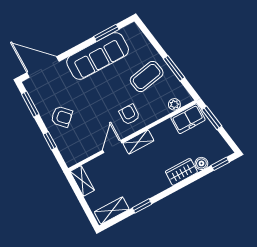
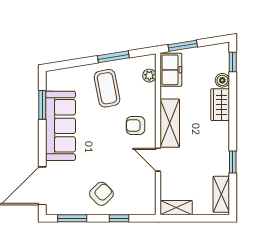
shelving: (138, 142) -> (170, 123), width x1.50, depth x1.33

